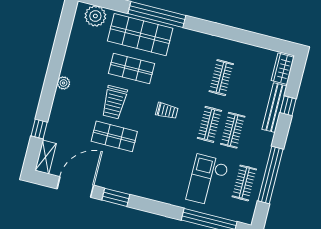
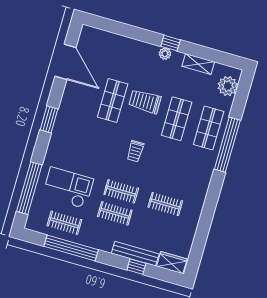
shop shelf: (140, 35) -> (209, 128), width x0.70, depth x0.74
window: (39, 129) -> (170, 43), moved
shelving: (46, 157) -> (198, 64), moved
window: (116, 197) -> (49, 119), moved

